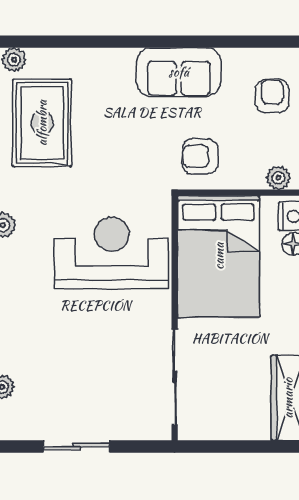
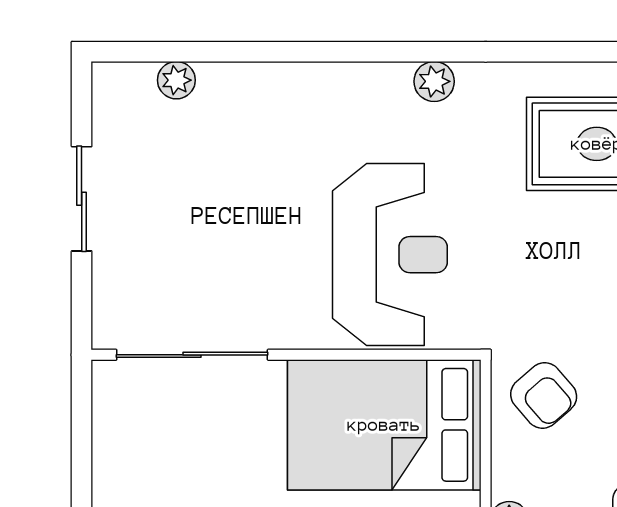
armchair: (200, 156) -> (544, 395), turned 139

